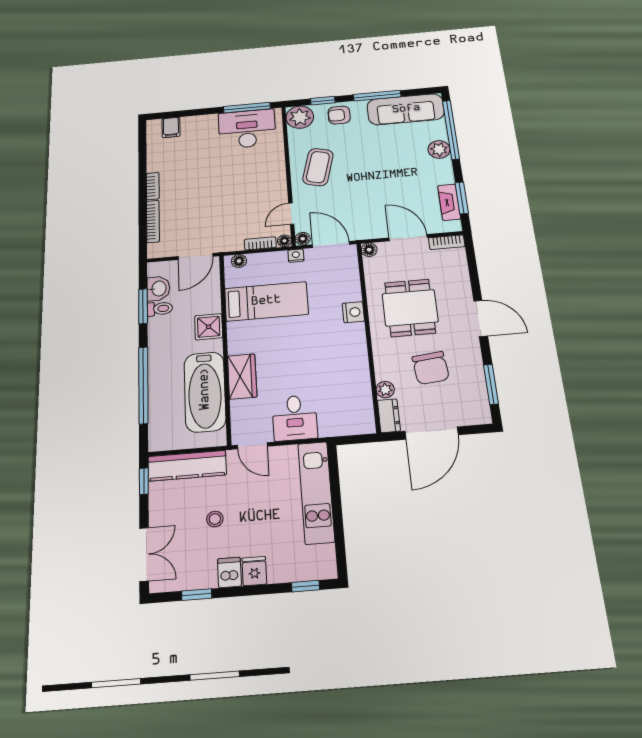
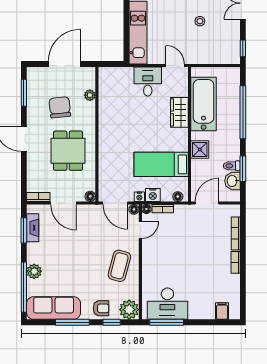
nightstand: (353, 312) -> (153, 195), moved, turned -90
dresser: (389, 416) -> (89, 78), removed
kitchen counter: (187, 466) -> (216, 56), removed

